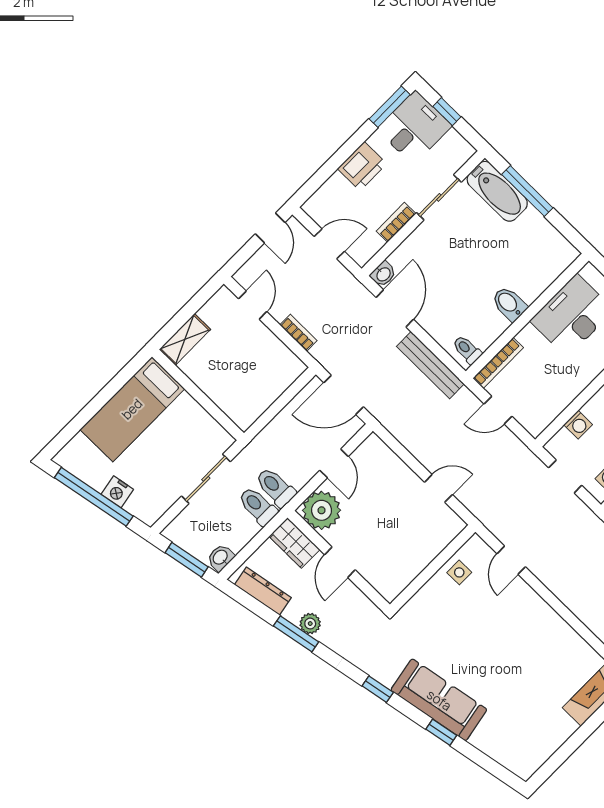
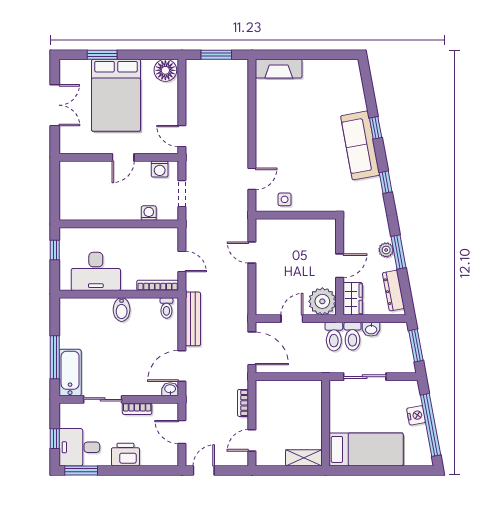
washbasin: (221, 558) -> (371, 329), moved

